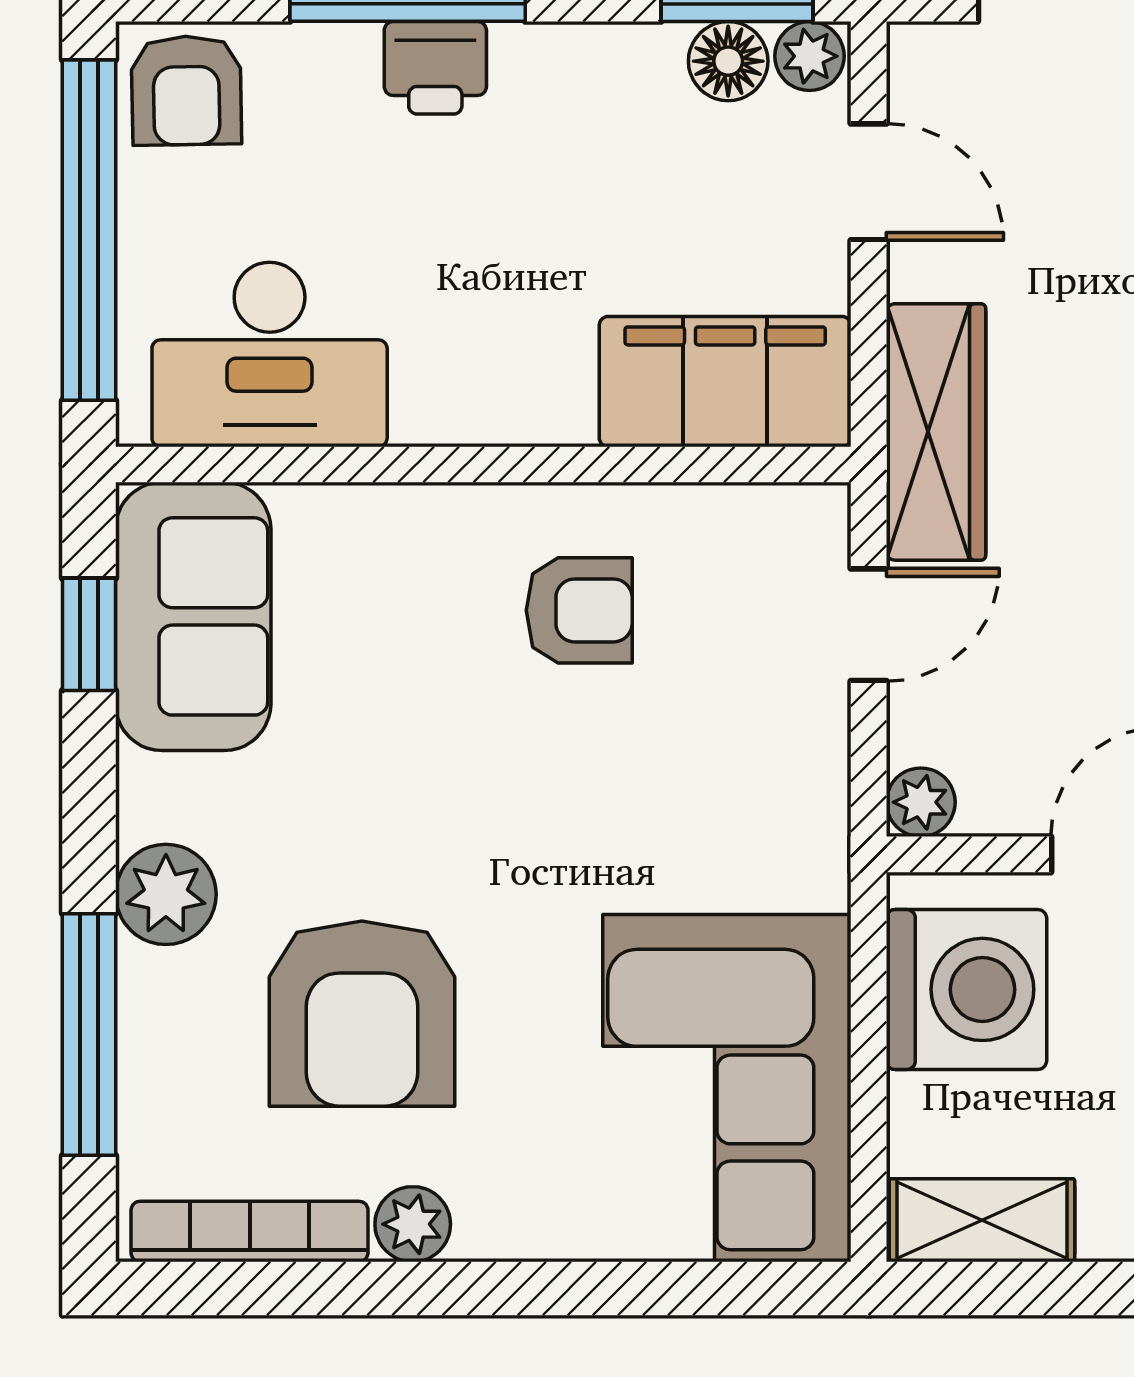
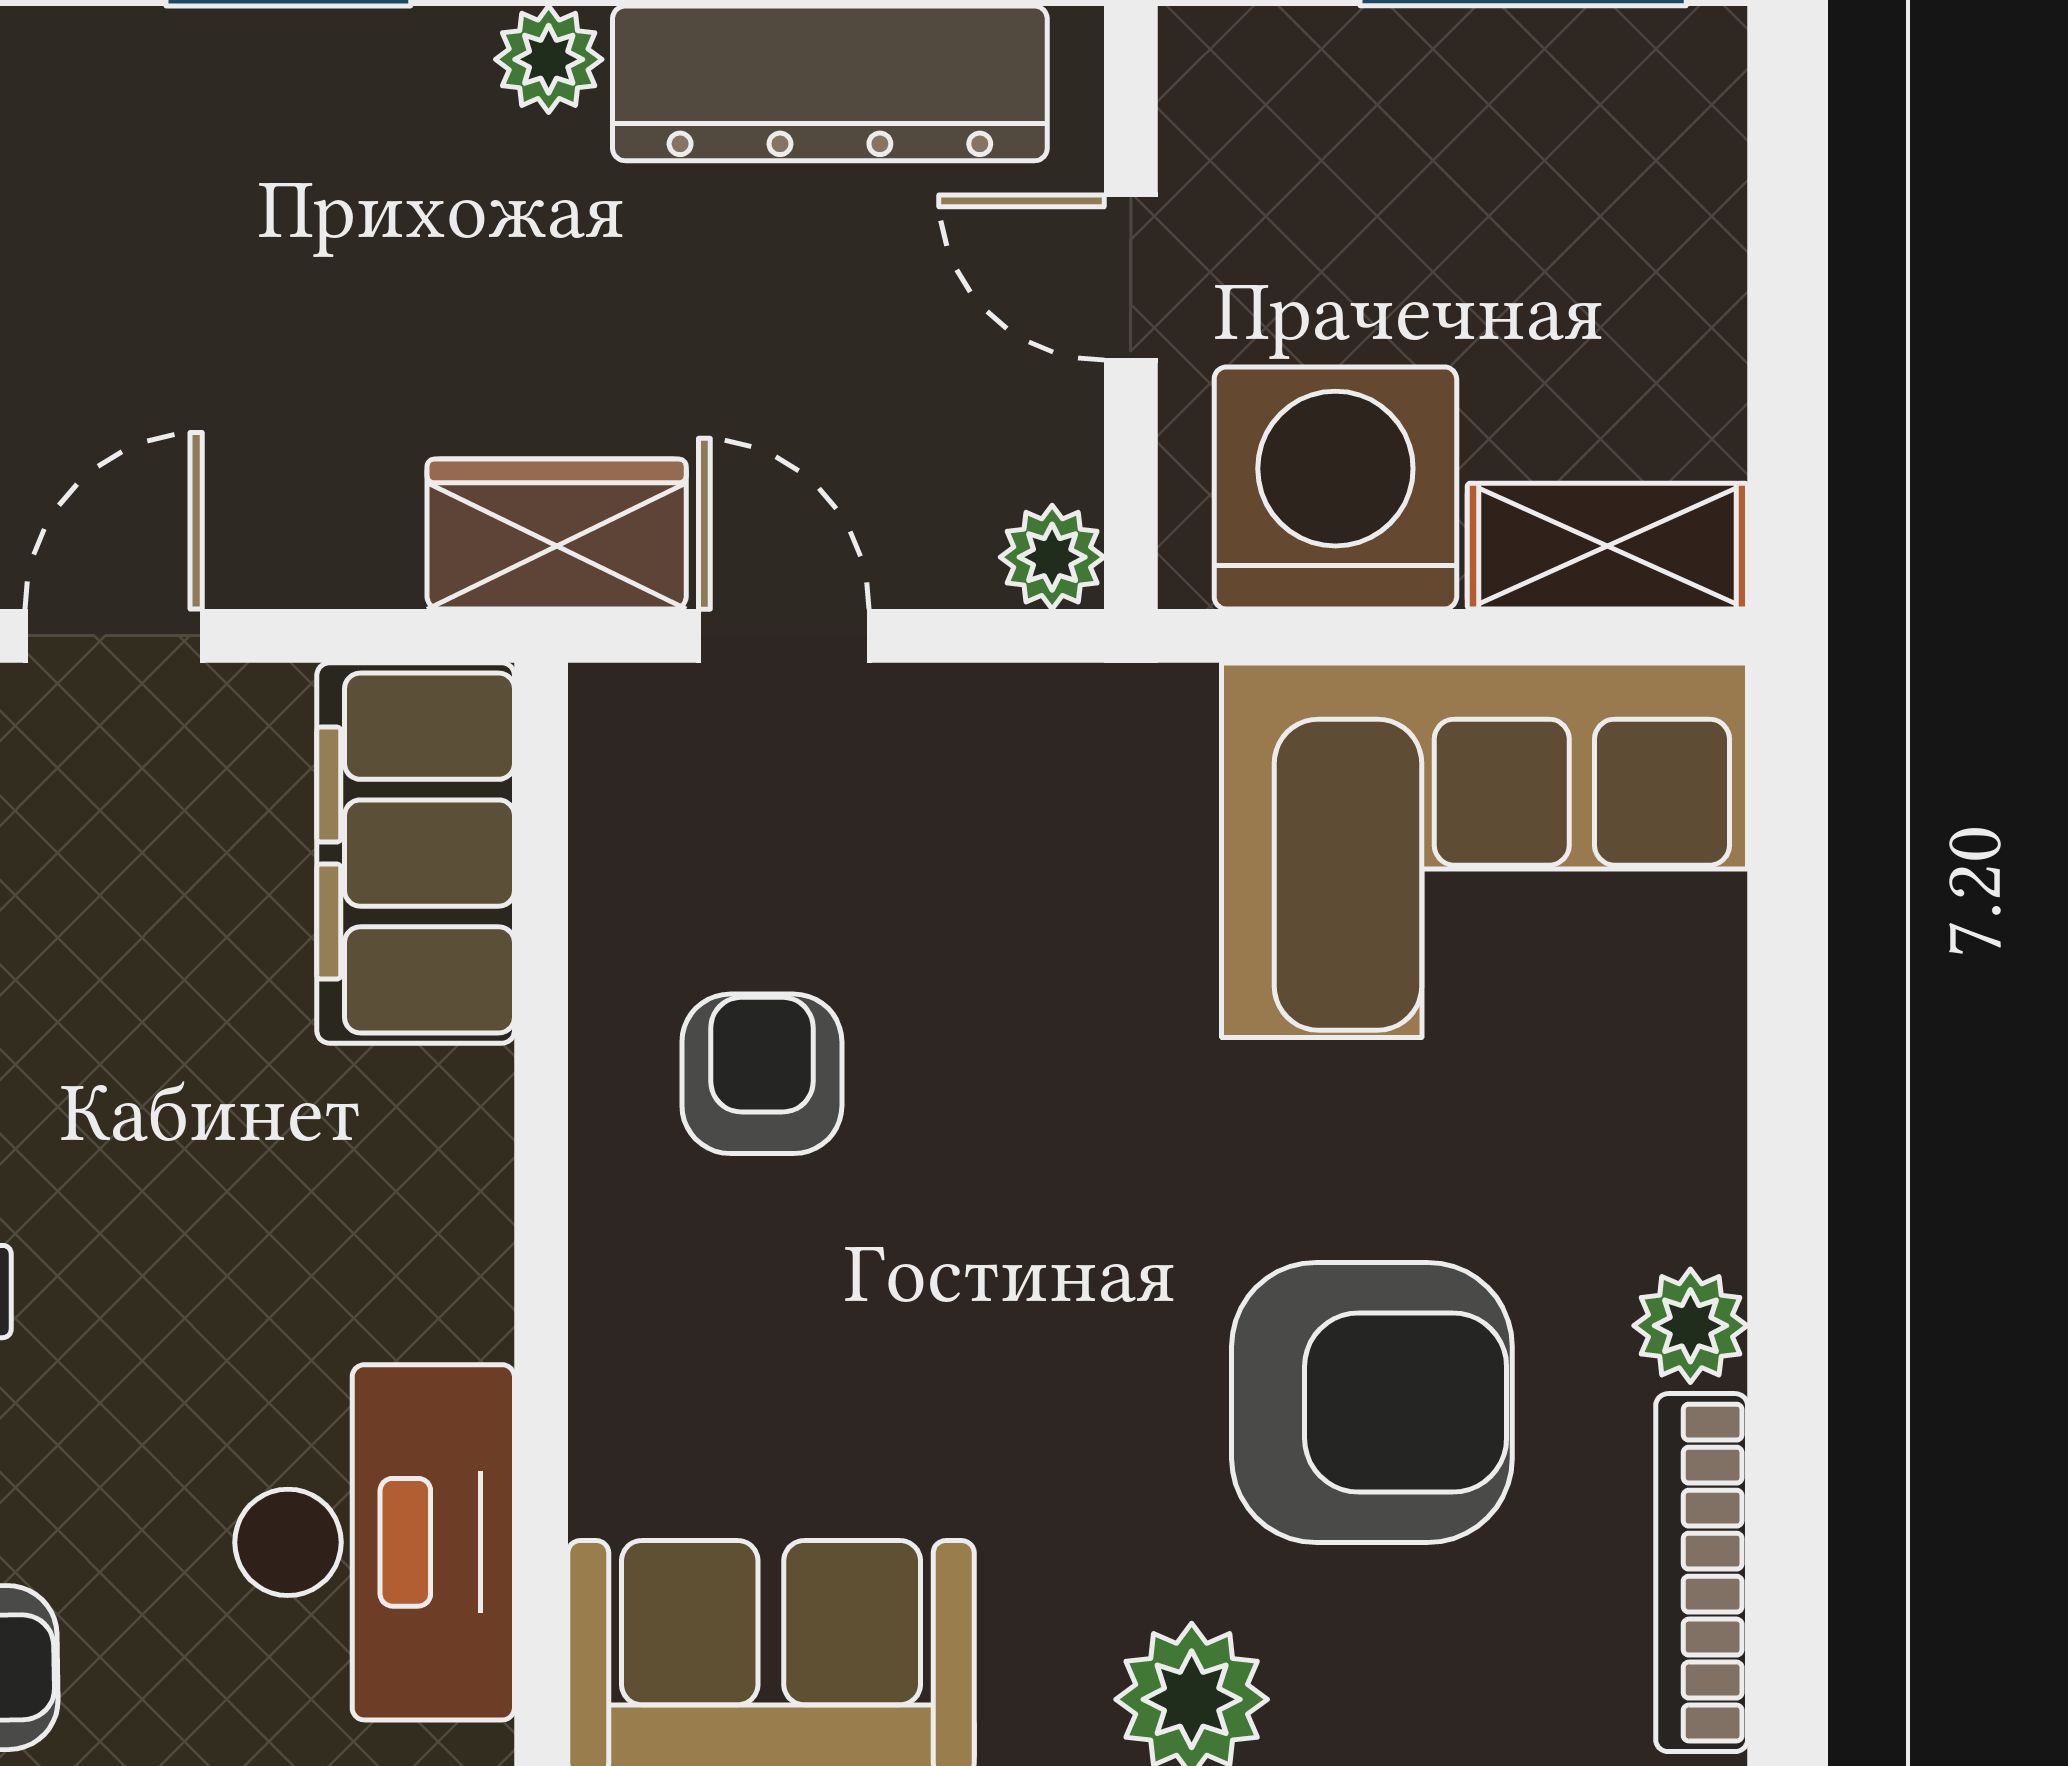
wardrobe: (936, 432) -> (557, 534), width x0.67
shelving: (982, 1220) -> (1607, 546), moved, turned 90

